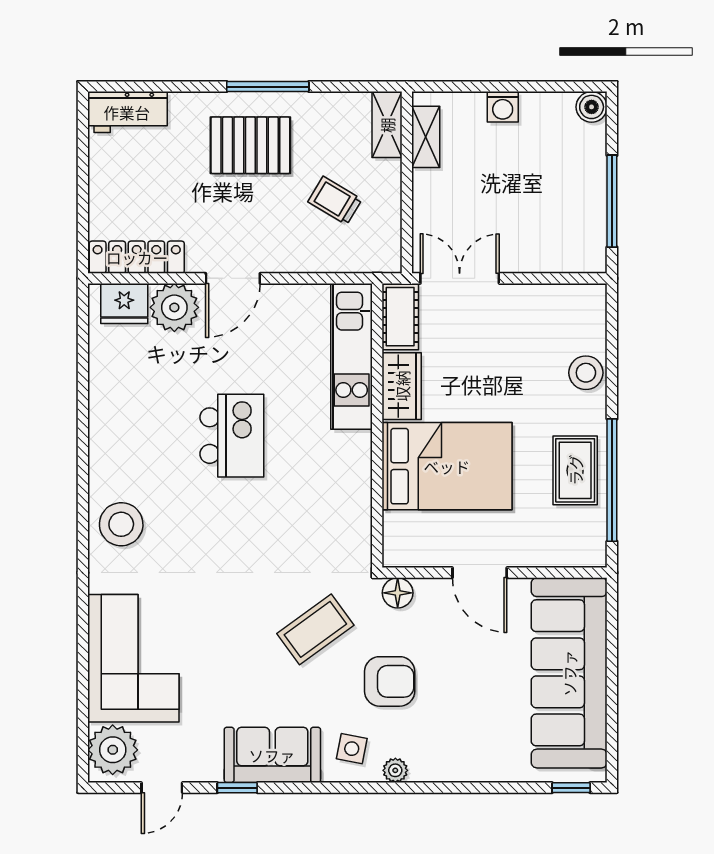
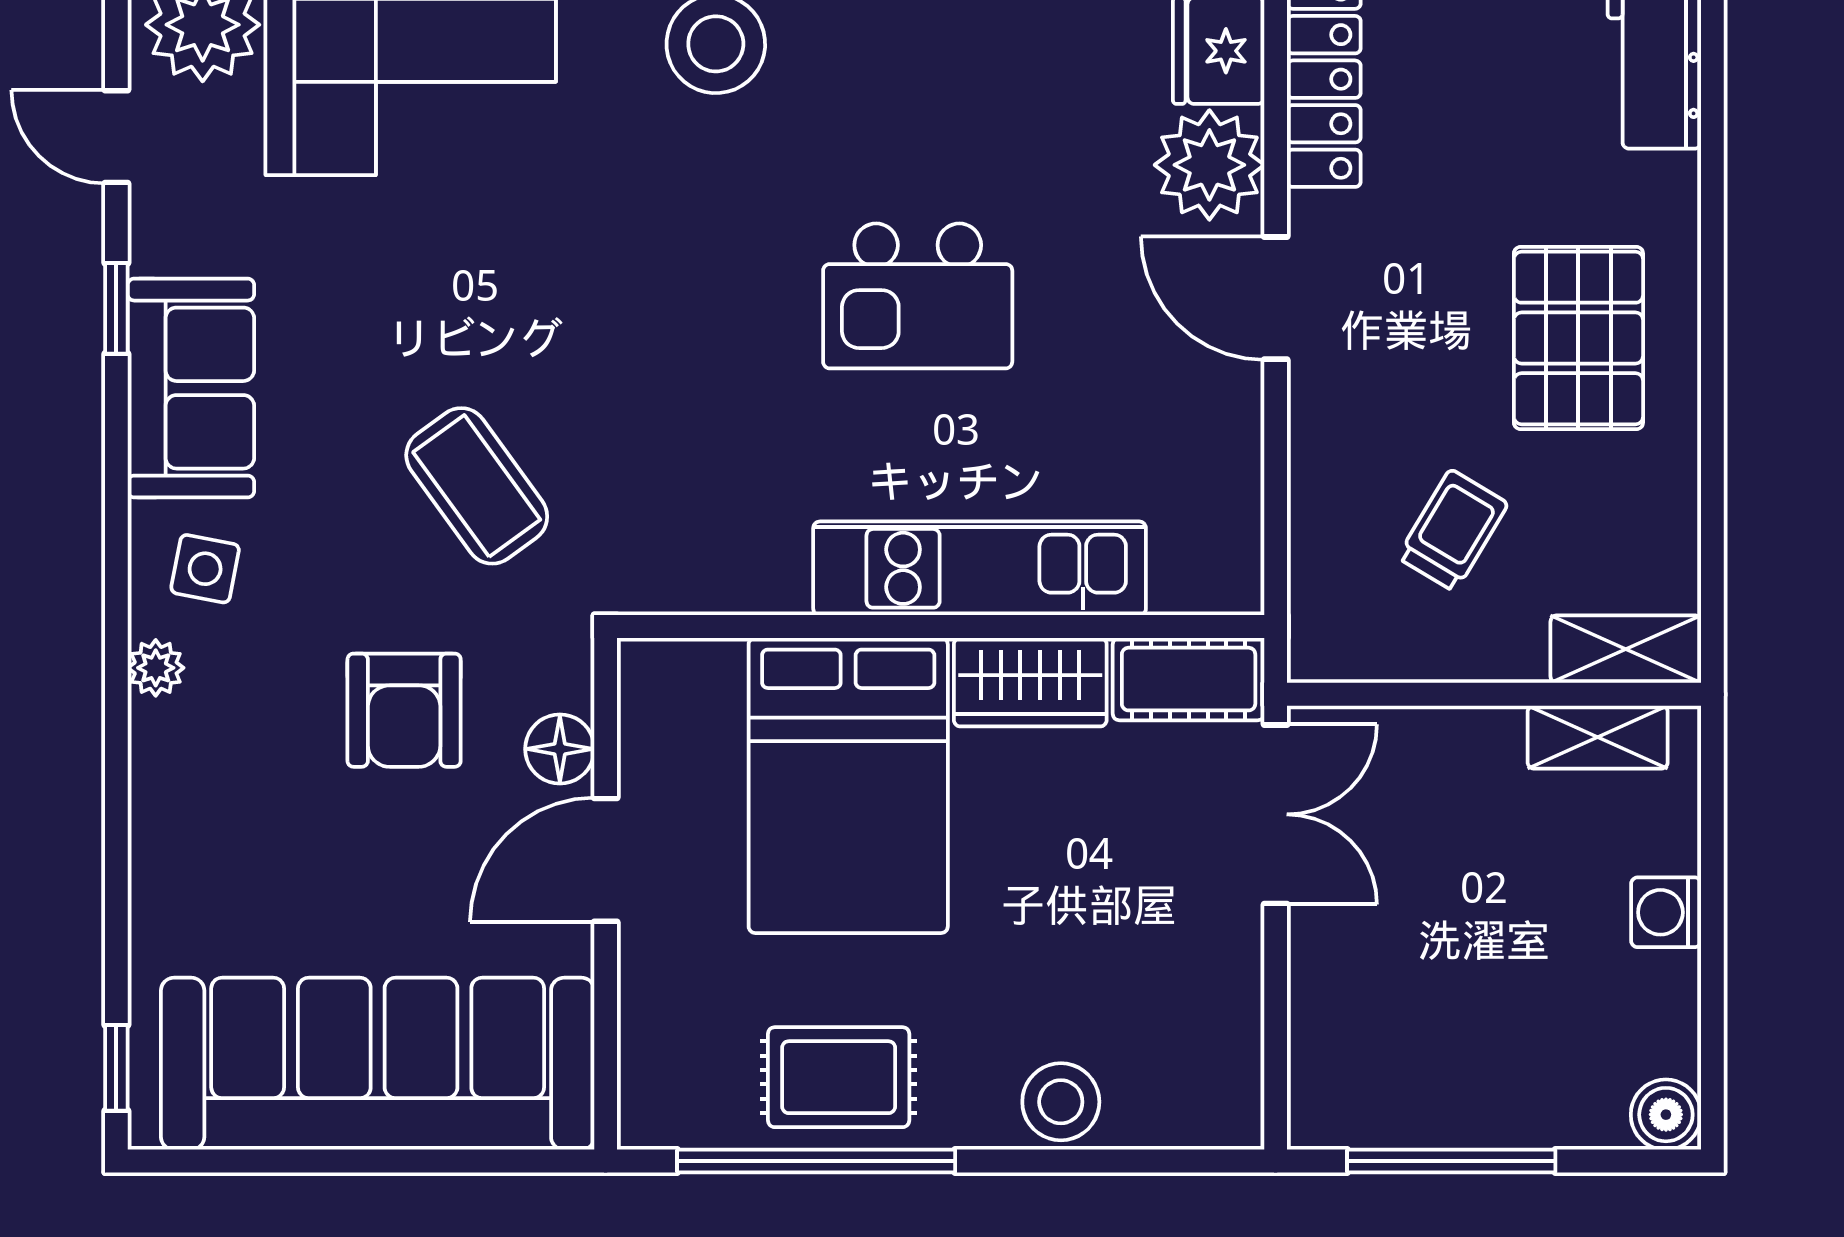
window: (268, 87) -> (1712, 378), removed
kitchen unit: (352, 356) -> (980, 568), moved
floor lamp: (398, 593) -> (560, 749), moved
armchair: (390, 681) -> (404, 710), moved

